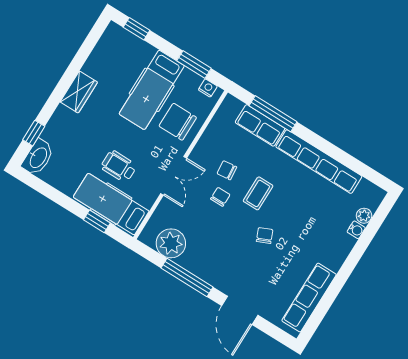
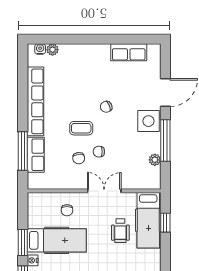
window: (194, 65) -> (23, 242), moved
nightstand: (208, 88) -> (33, 260), moved
chair: (178, 122) -> (67, 210), width x0.54, depth x0.54
water cooler: (356, 230) -> (40, 49), moved
plant: (171, 243) -> (155, 160), width x0.53, depth x0.53
side table: (220, 272) -> (148, 121), added
row of seats: (309, 298) -> (129, 52), width x0.68

